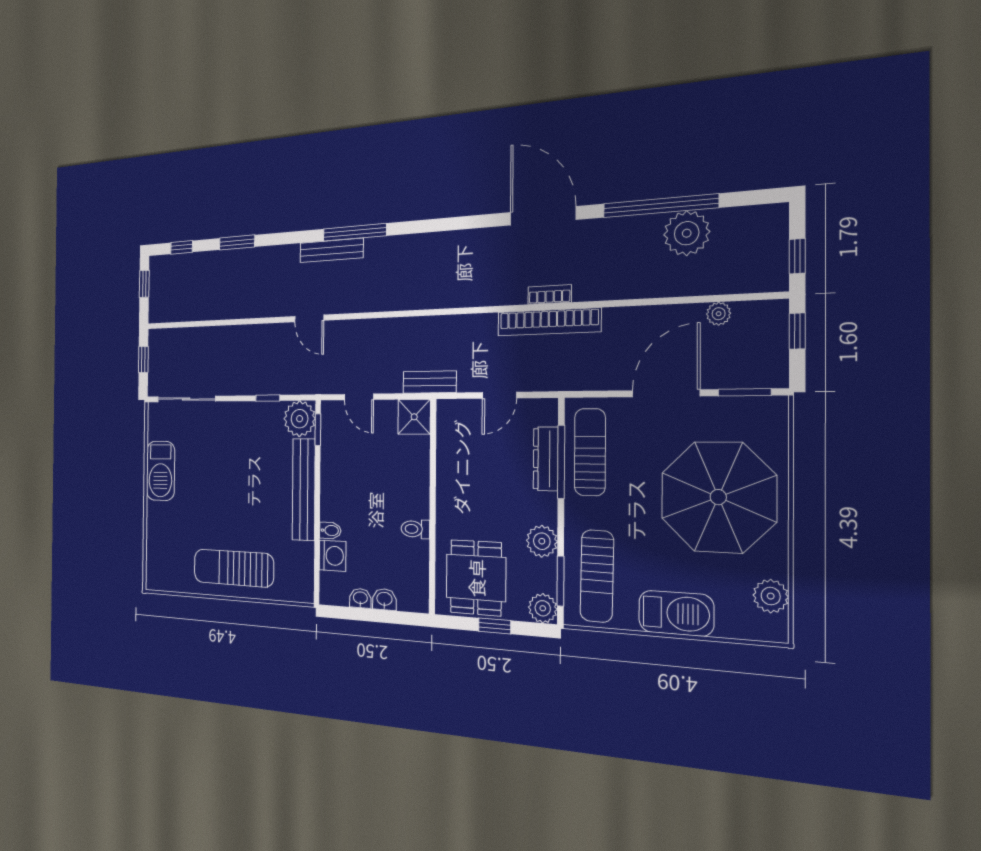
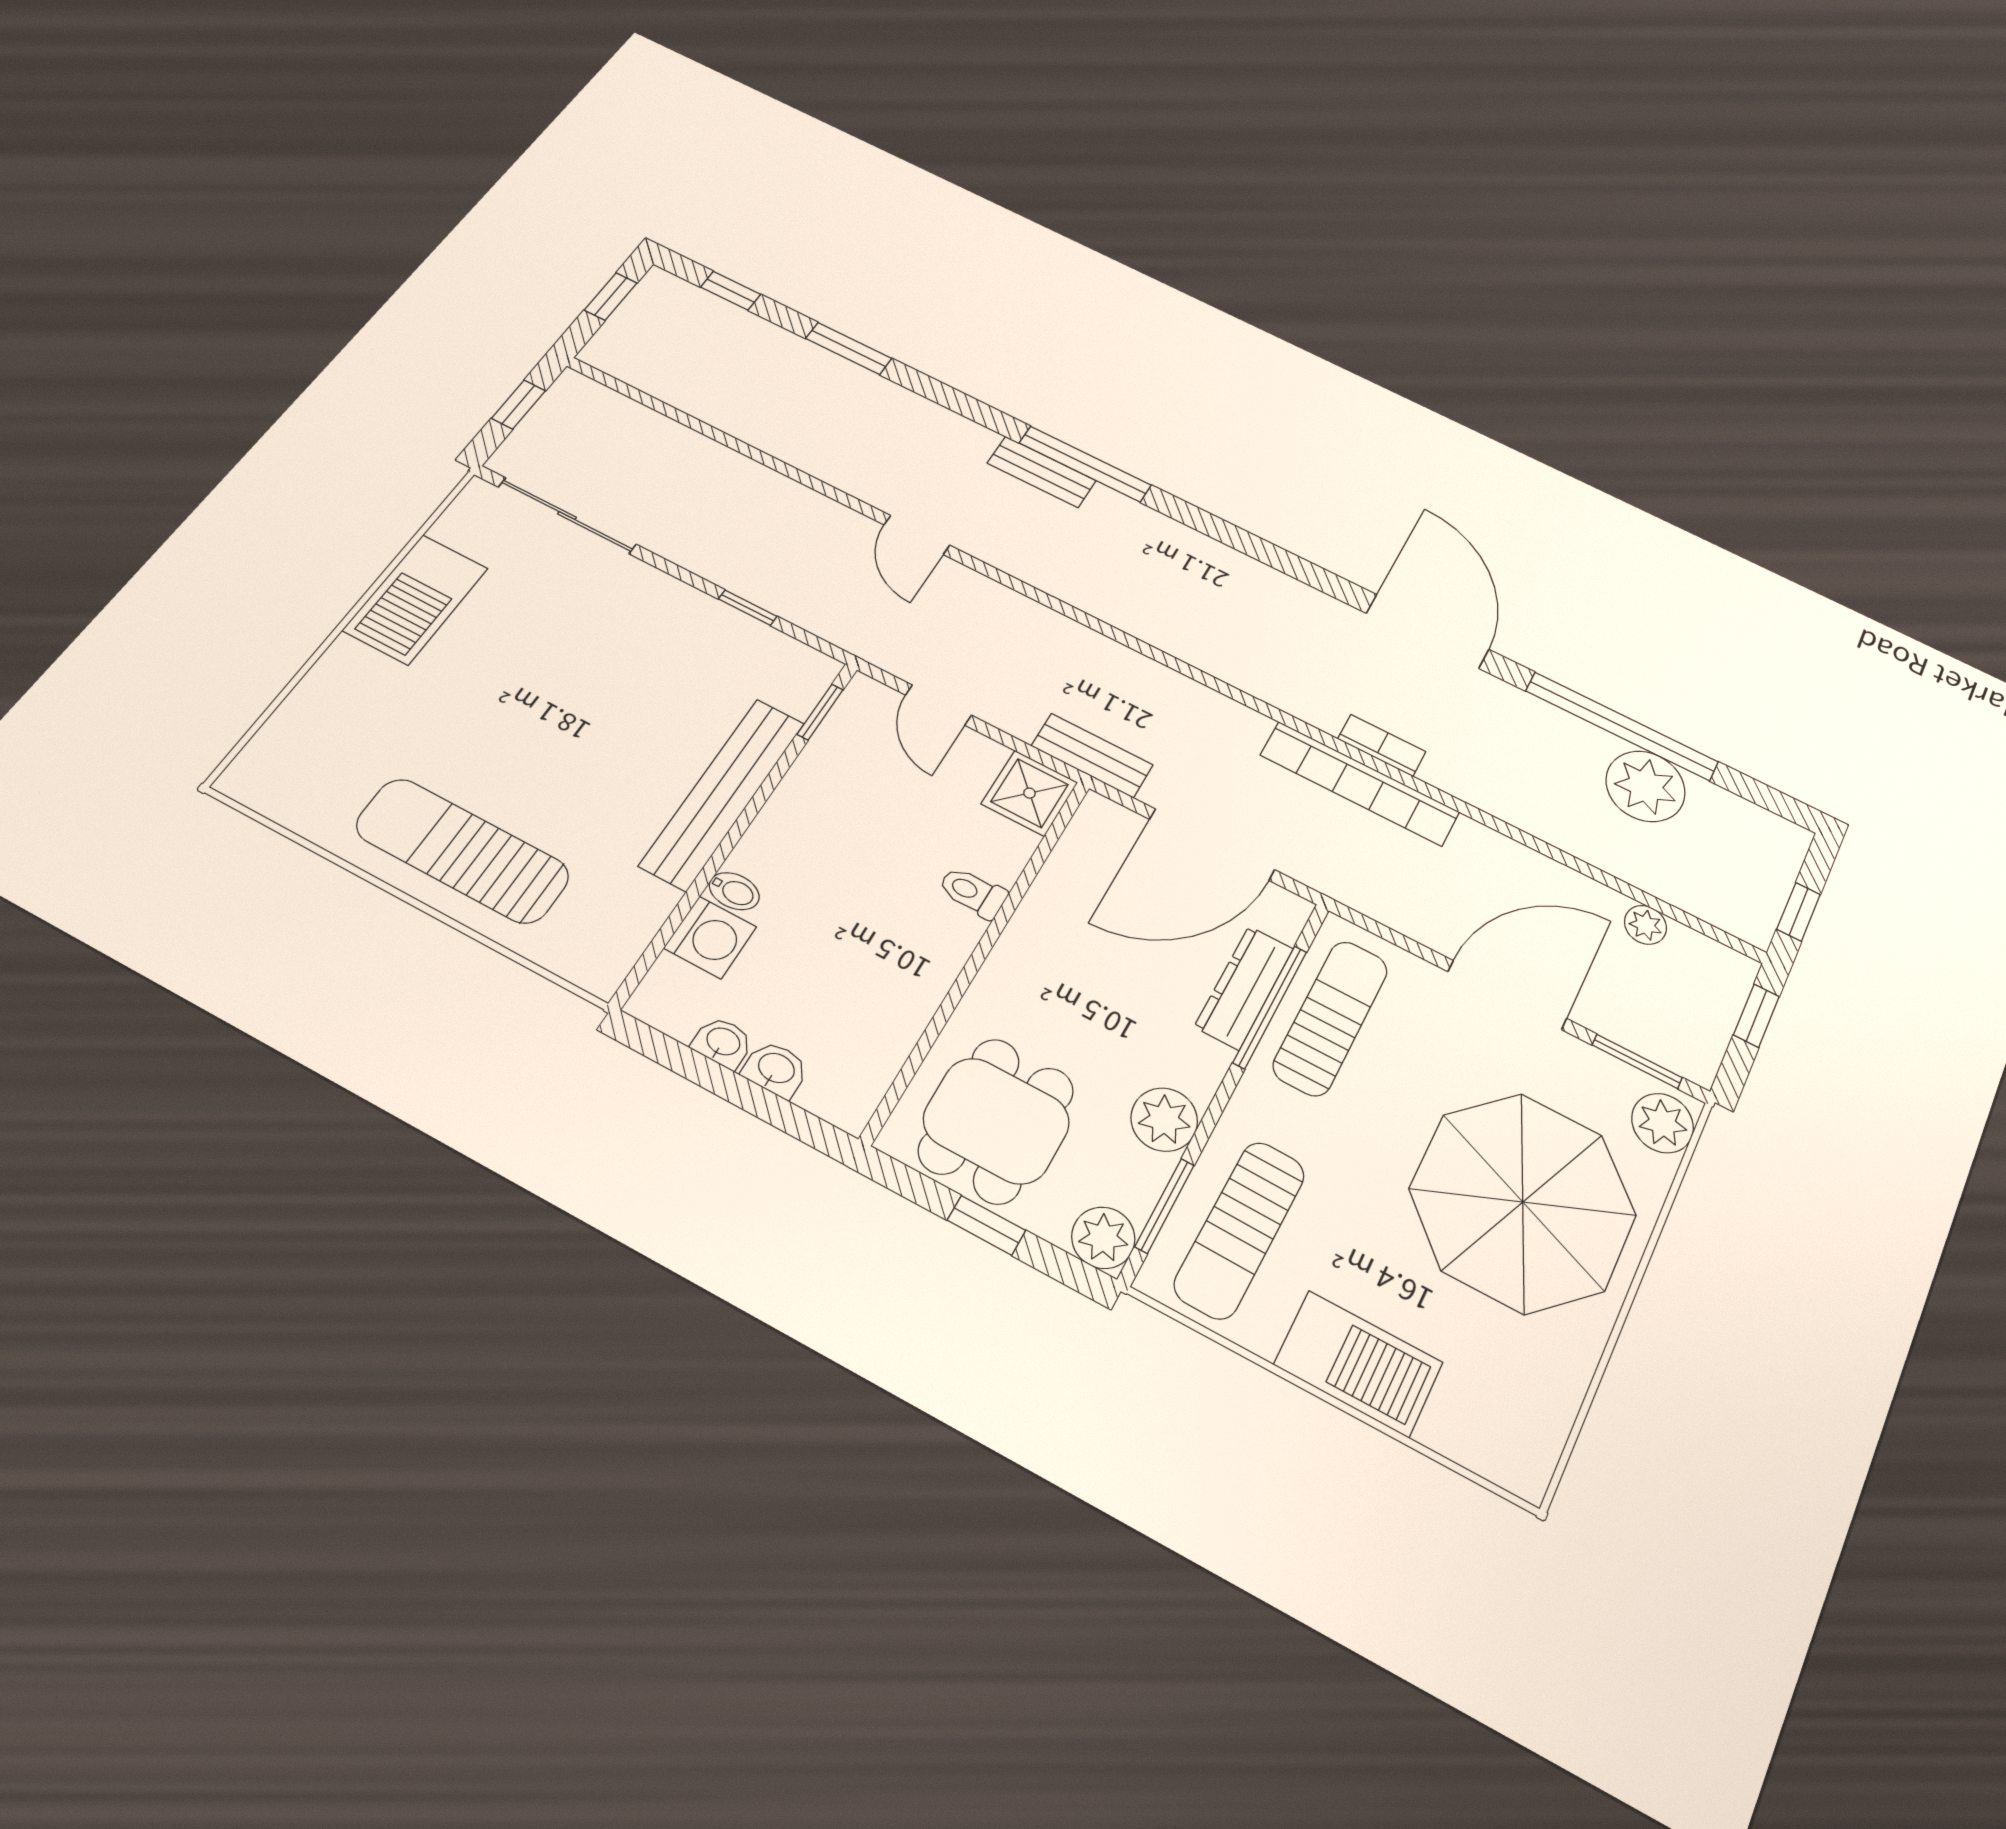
bench: (331, 250) -> (1042, 472), width x0.73
door: (499, 395) -> (1212, 845), width x1.87
plant: (300, 419) -> (793, 675), removed
toilet: (415, 529) -> (973, 892), moved
plant: (771, 596) -> (1663, 1123), moved

